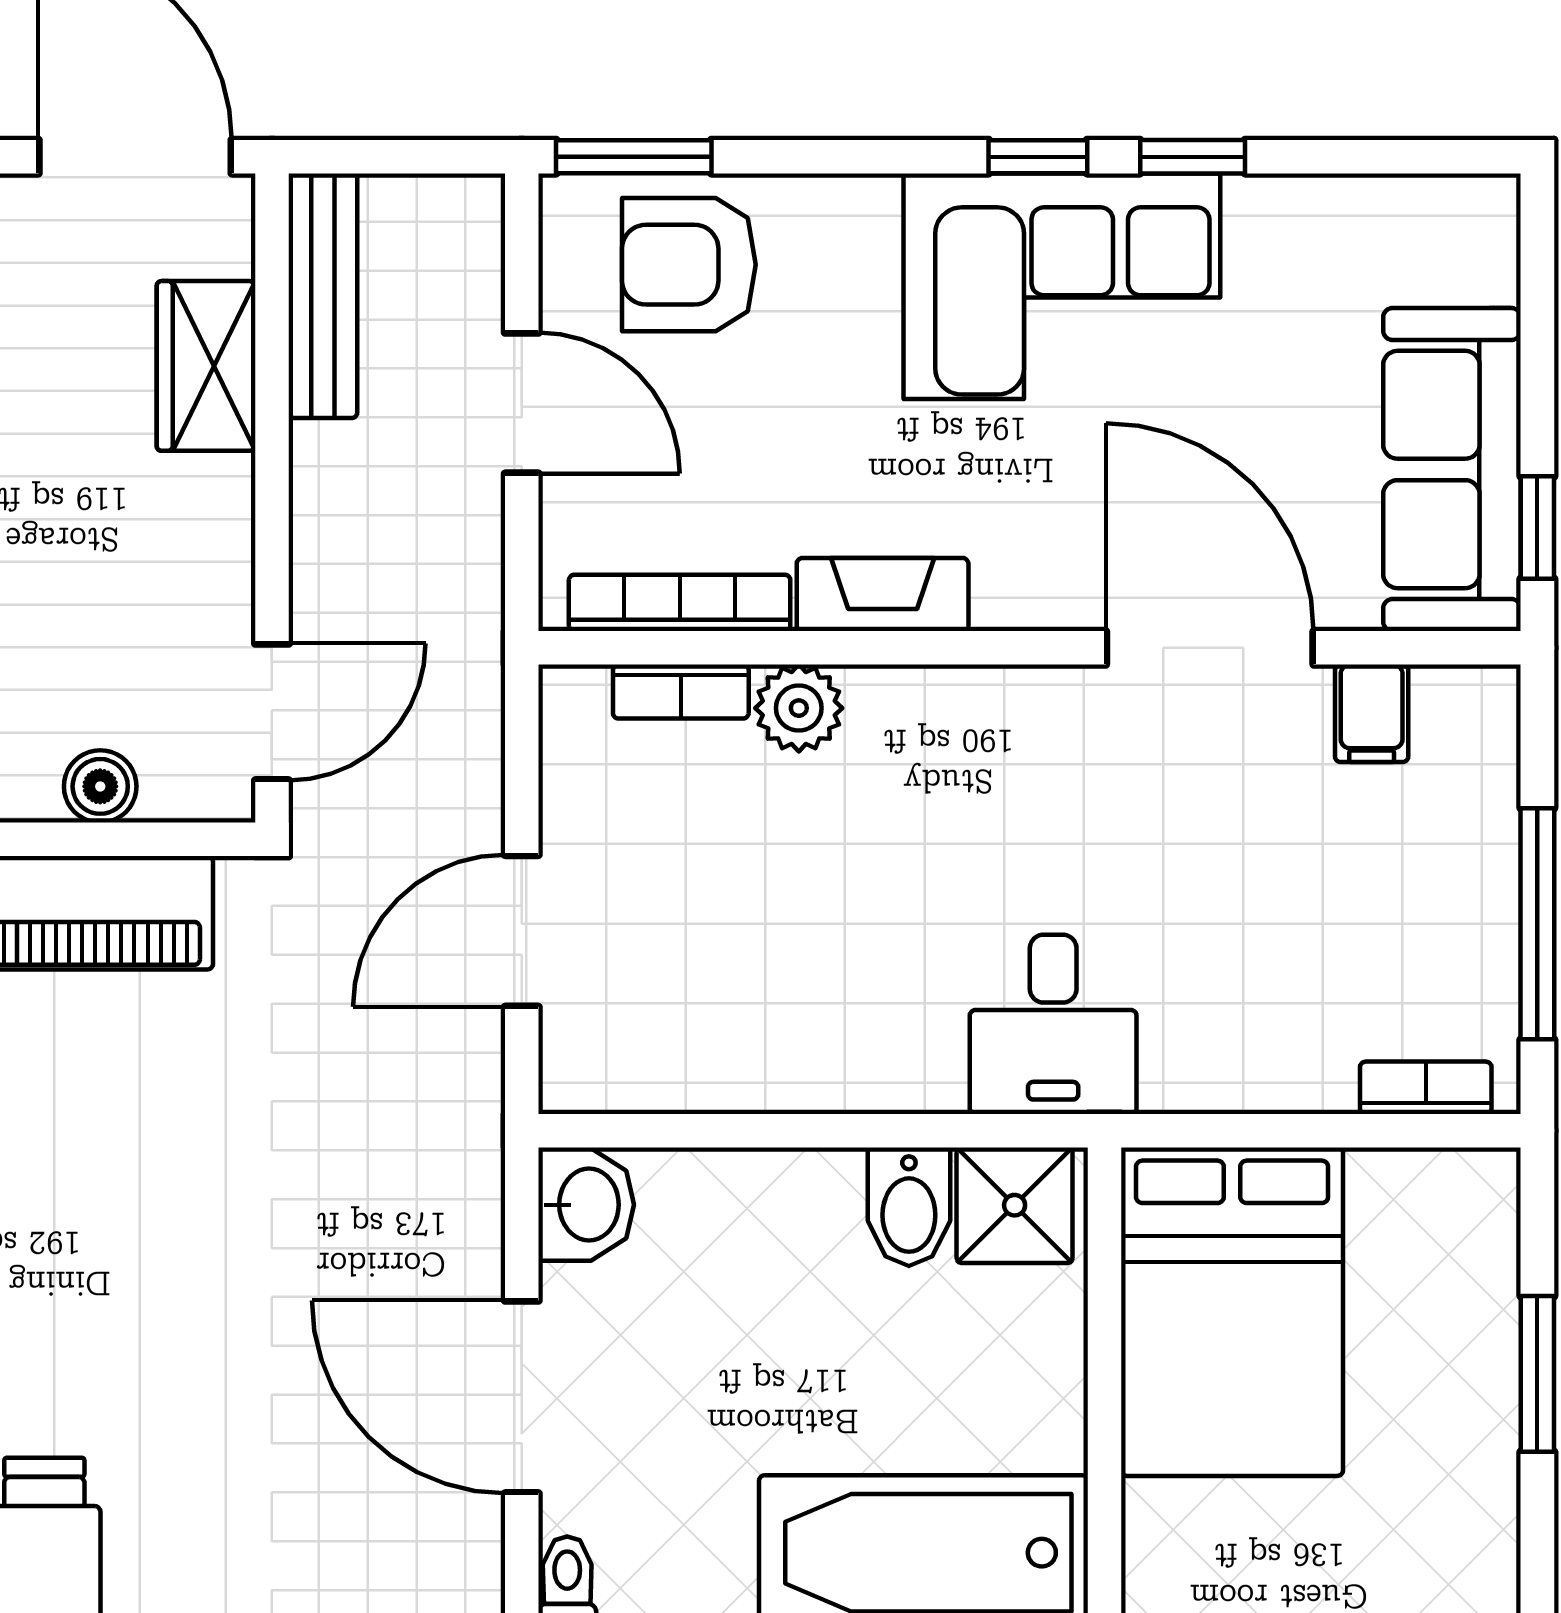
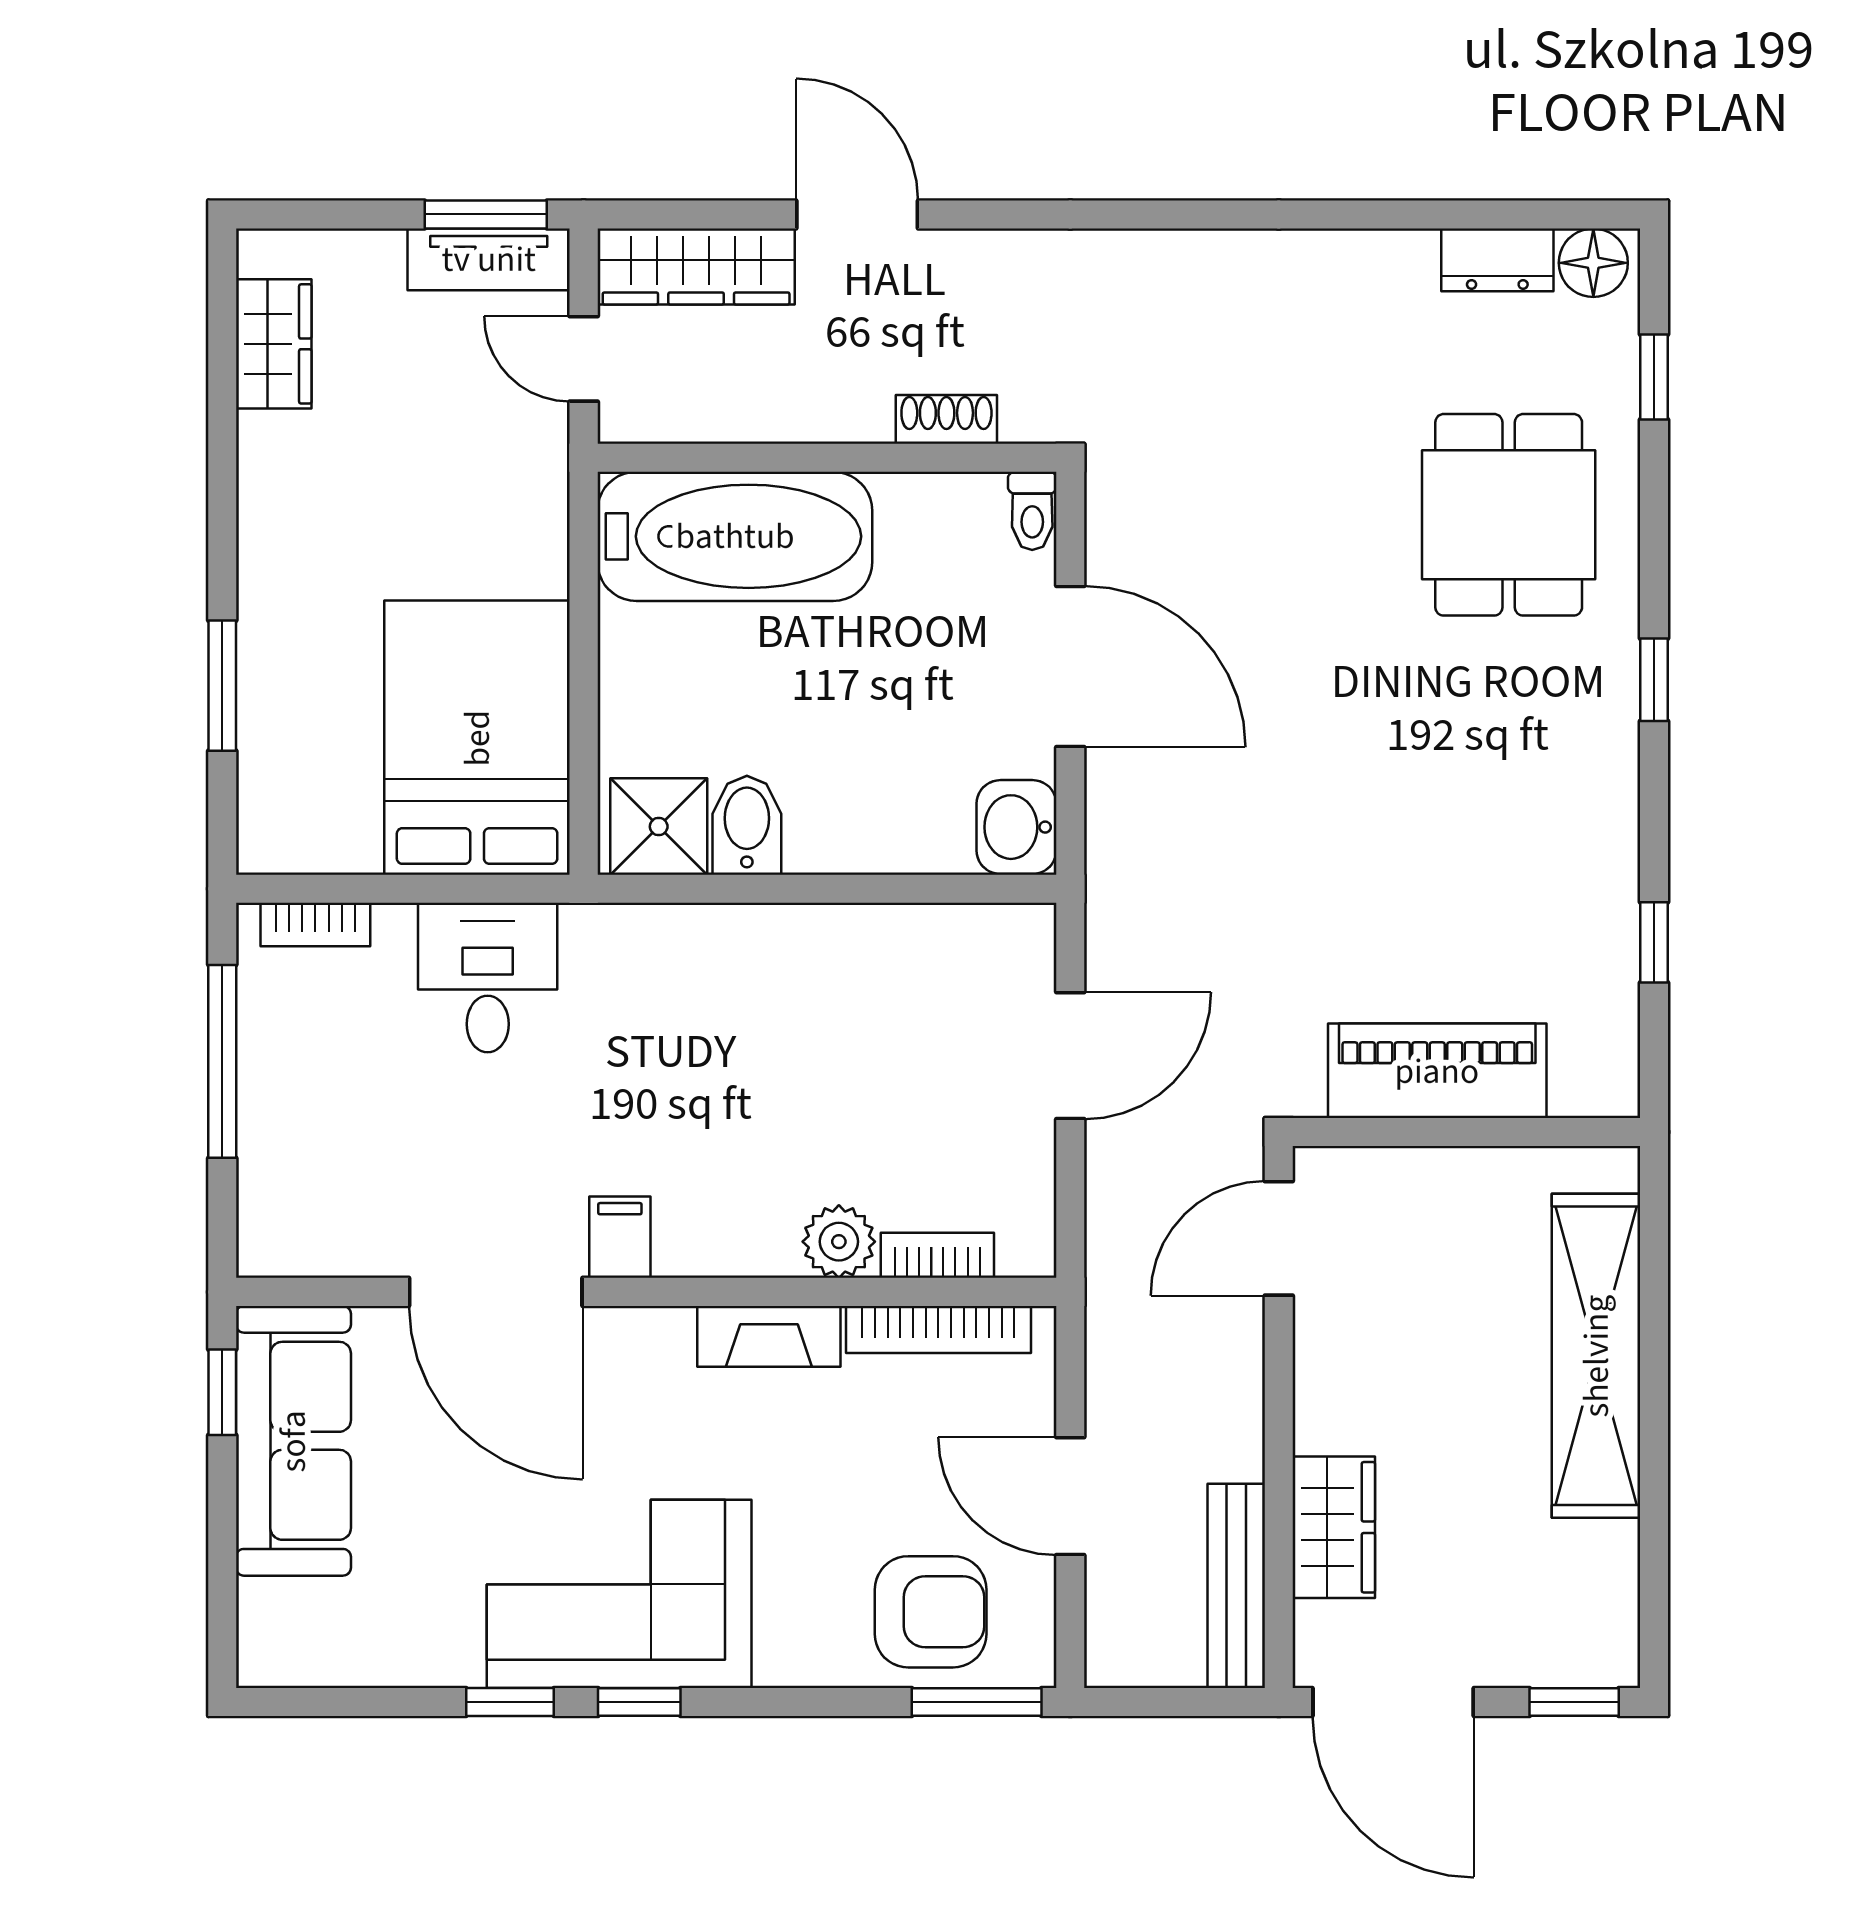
filing cabinet: (1372, 713) -> (620, 1237), moved
boiler: (100, 786) -> (1422, 1176), removed
desk: (1053, 1024) -> (488, 978), moved

